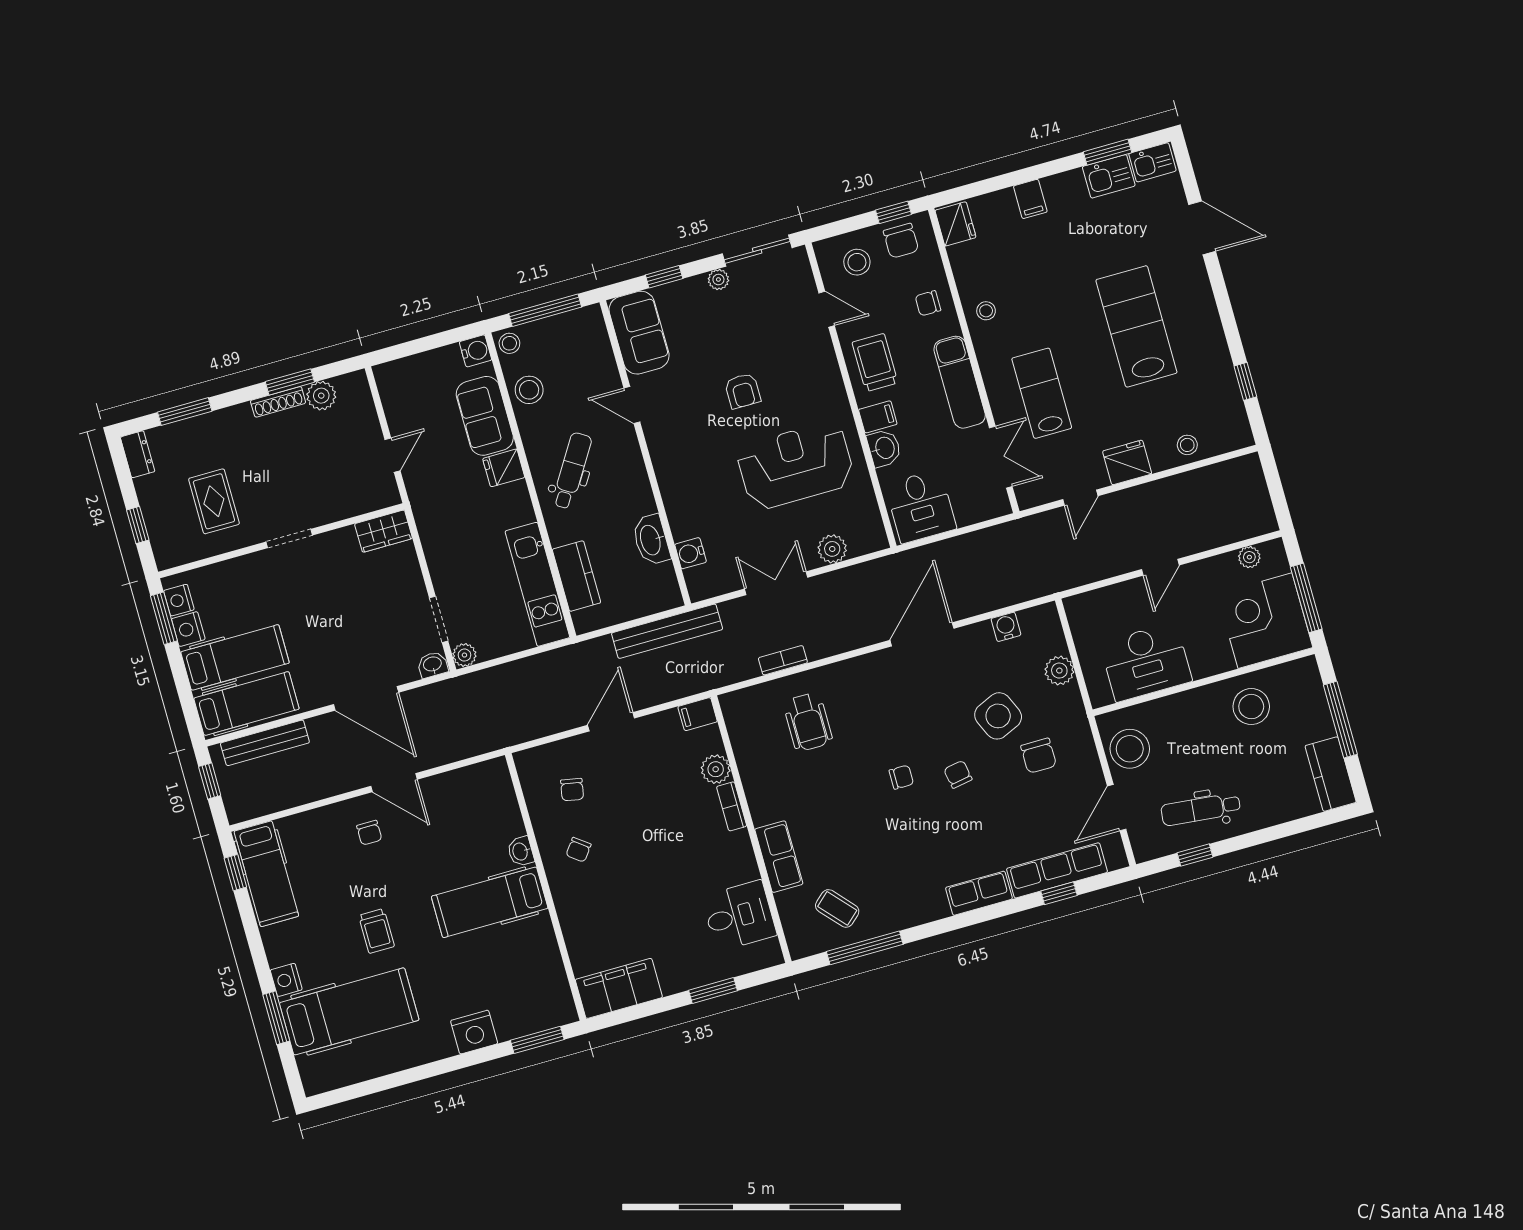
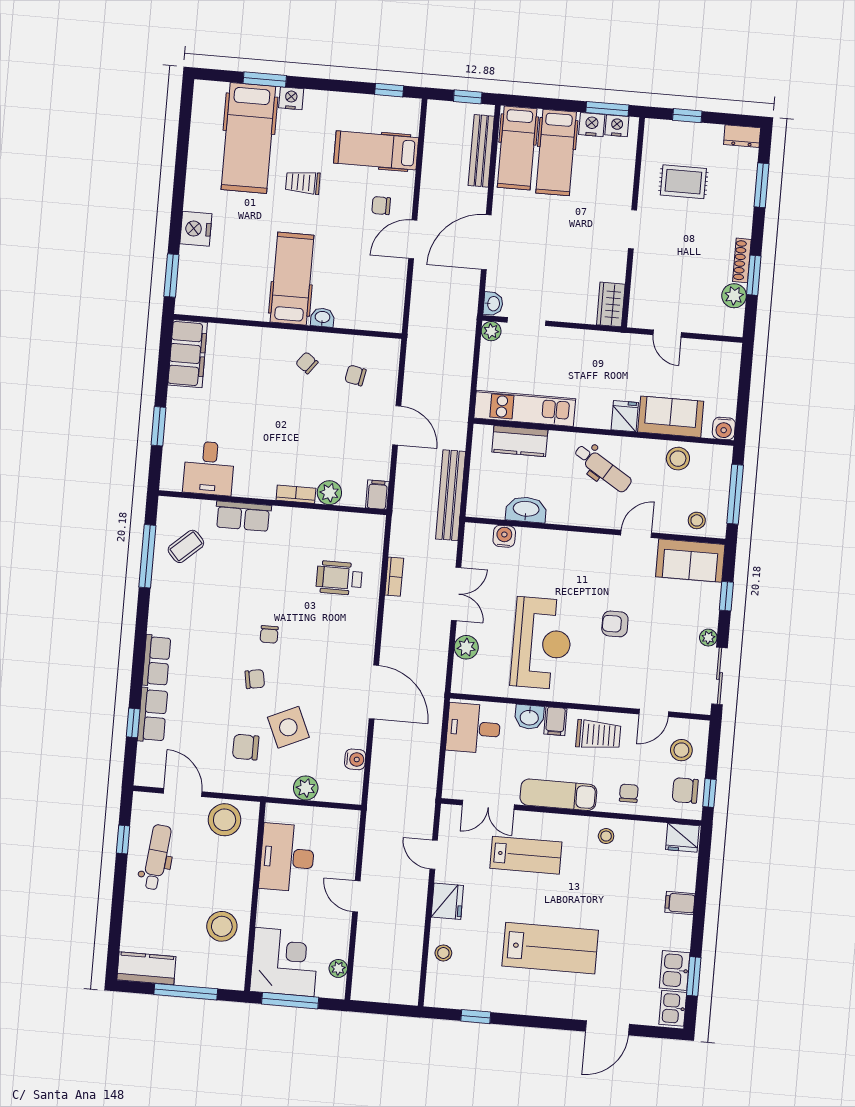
stool: (509, 343) -> (697, 520), moved
row of seats: (1057, 870) -> (152, 715), width x0.68
hospital bed: (266, 874) -> (376, 150), moved

